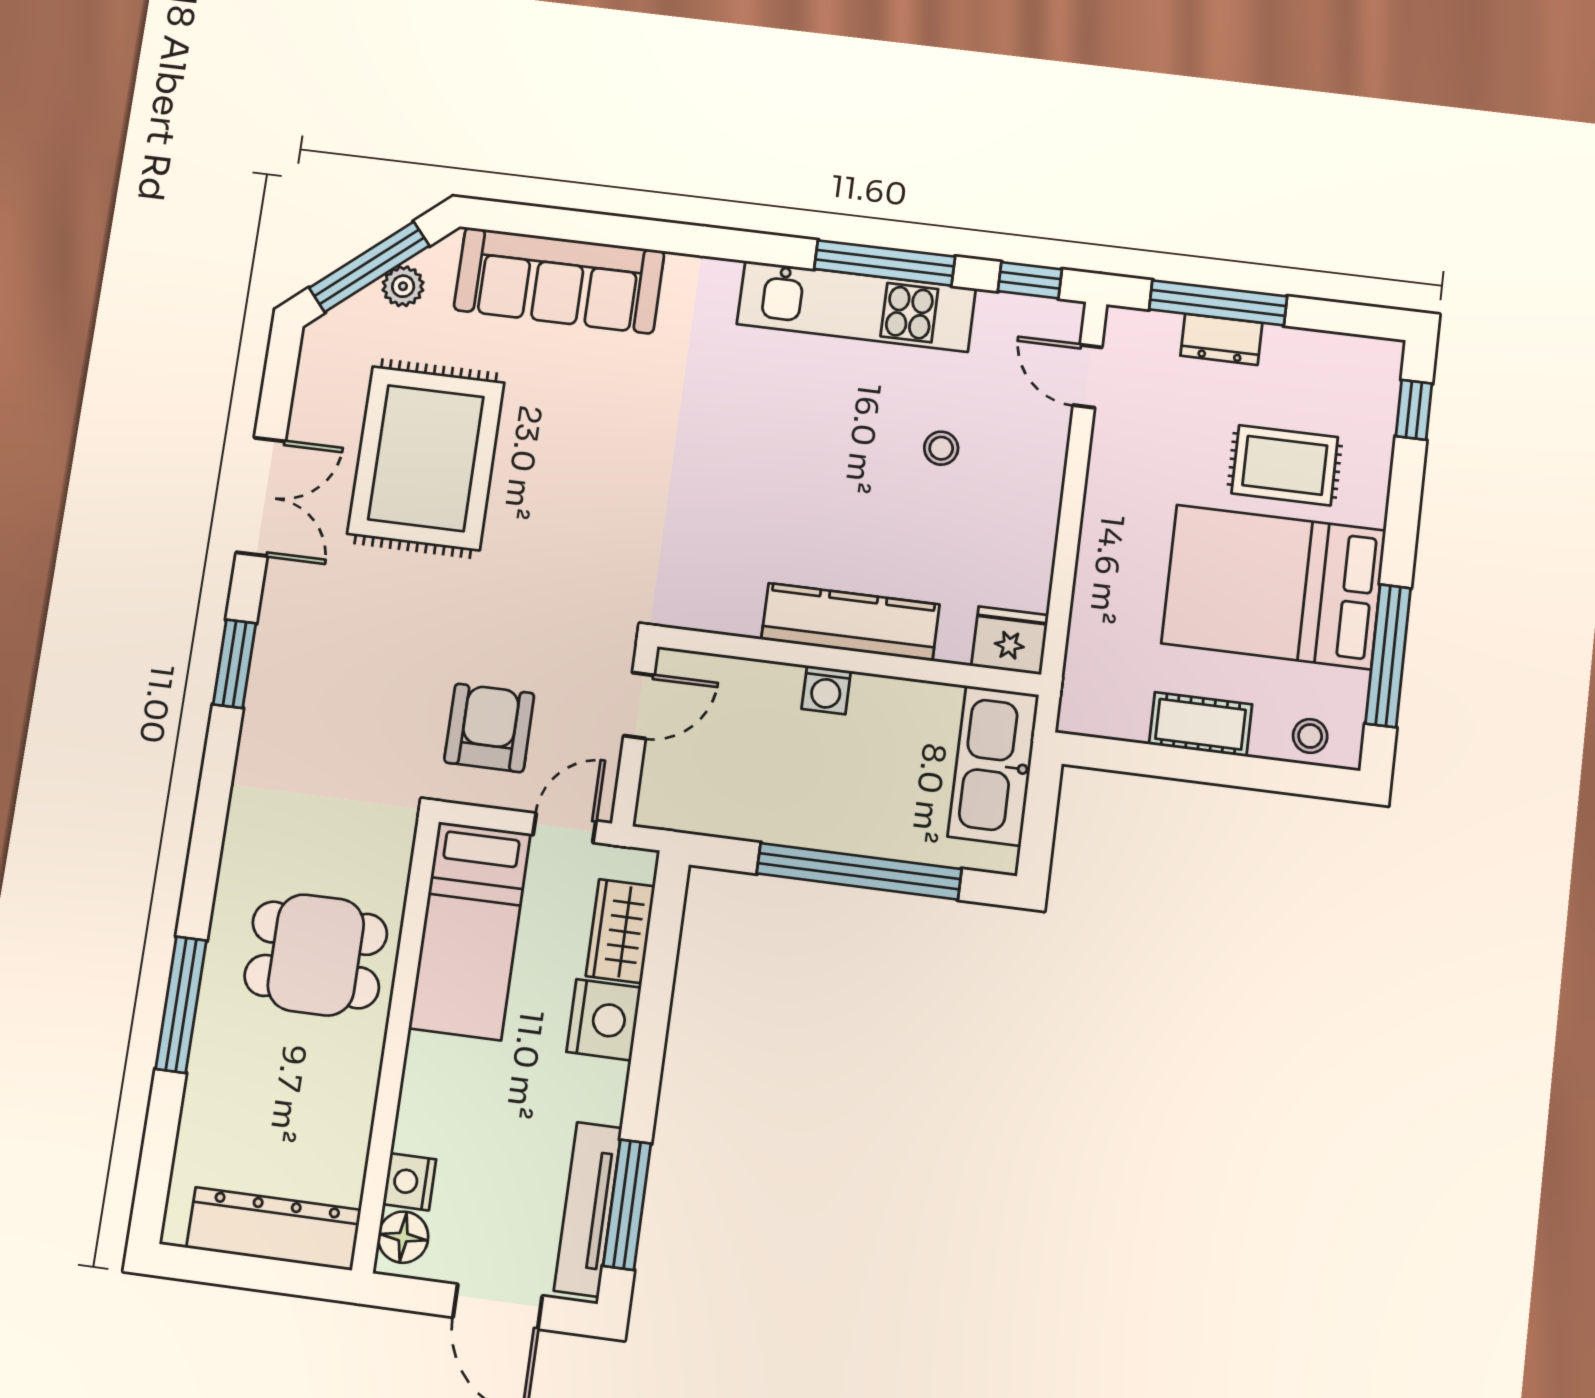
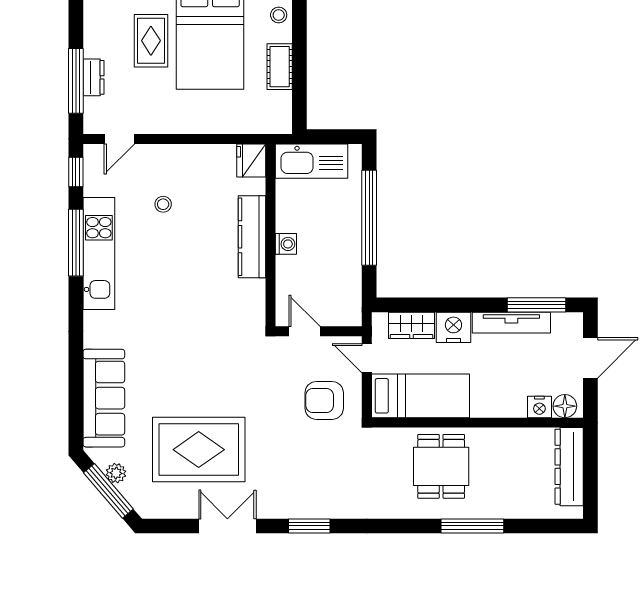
tv unit: (588, 1209) -> (511, 323), moved

